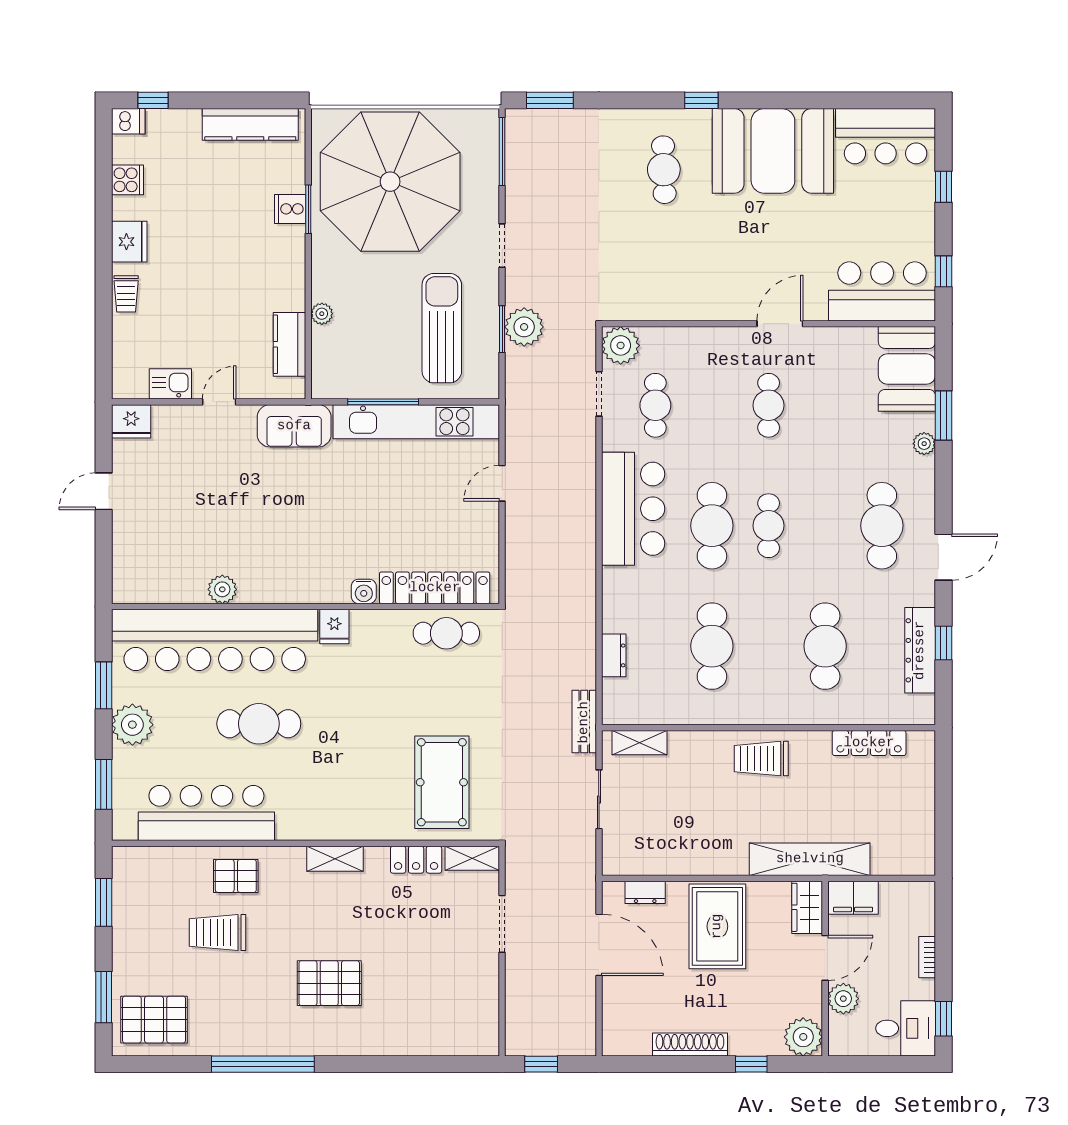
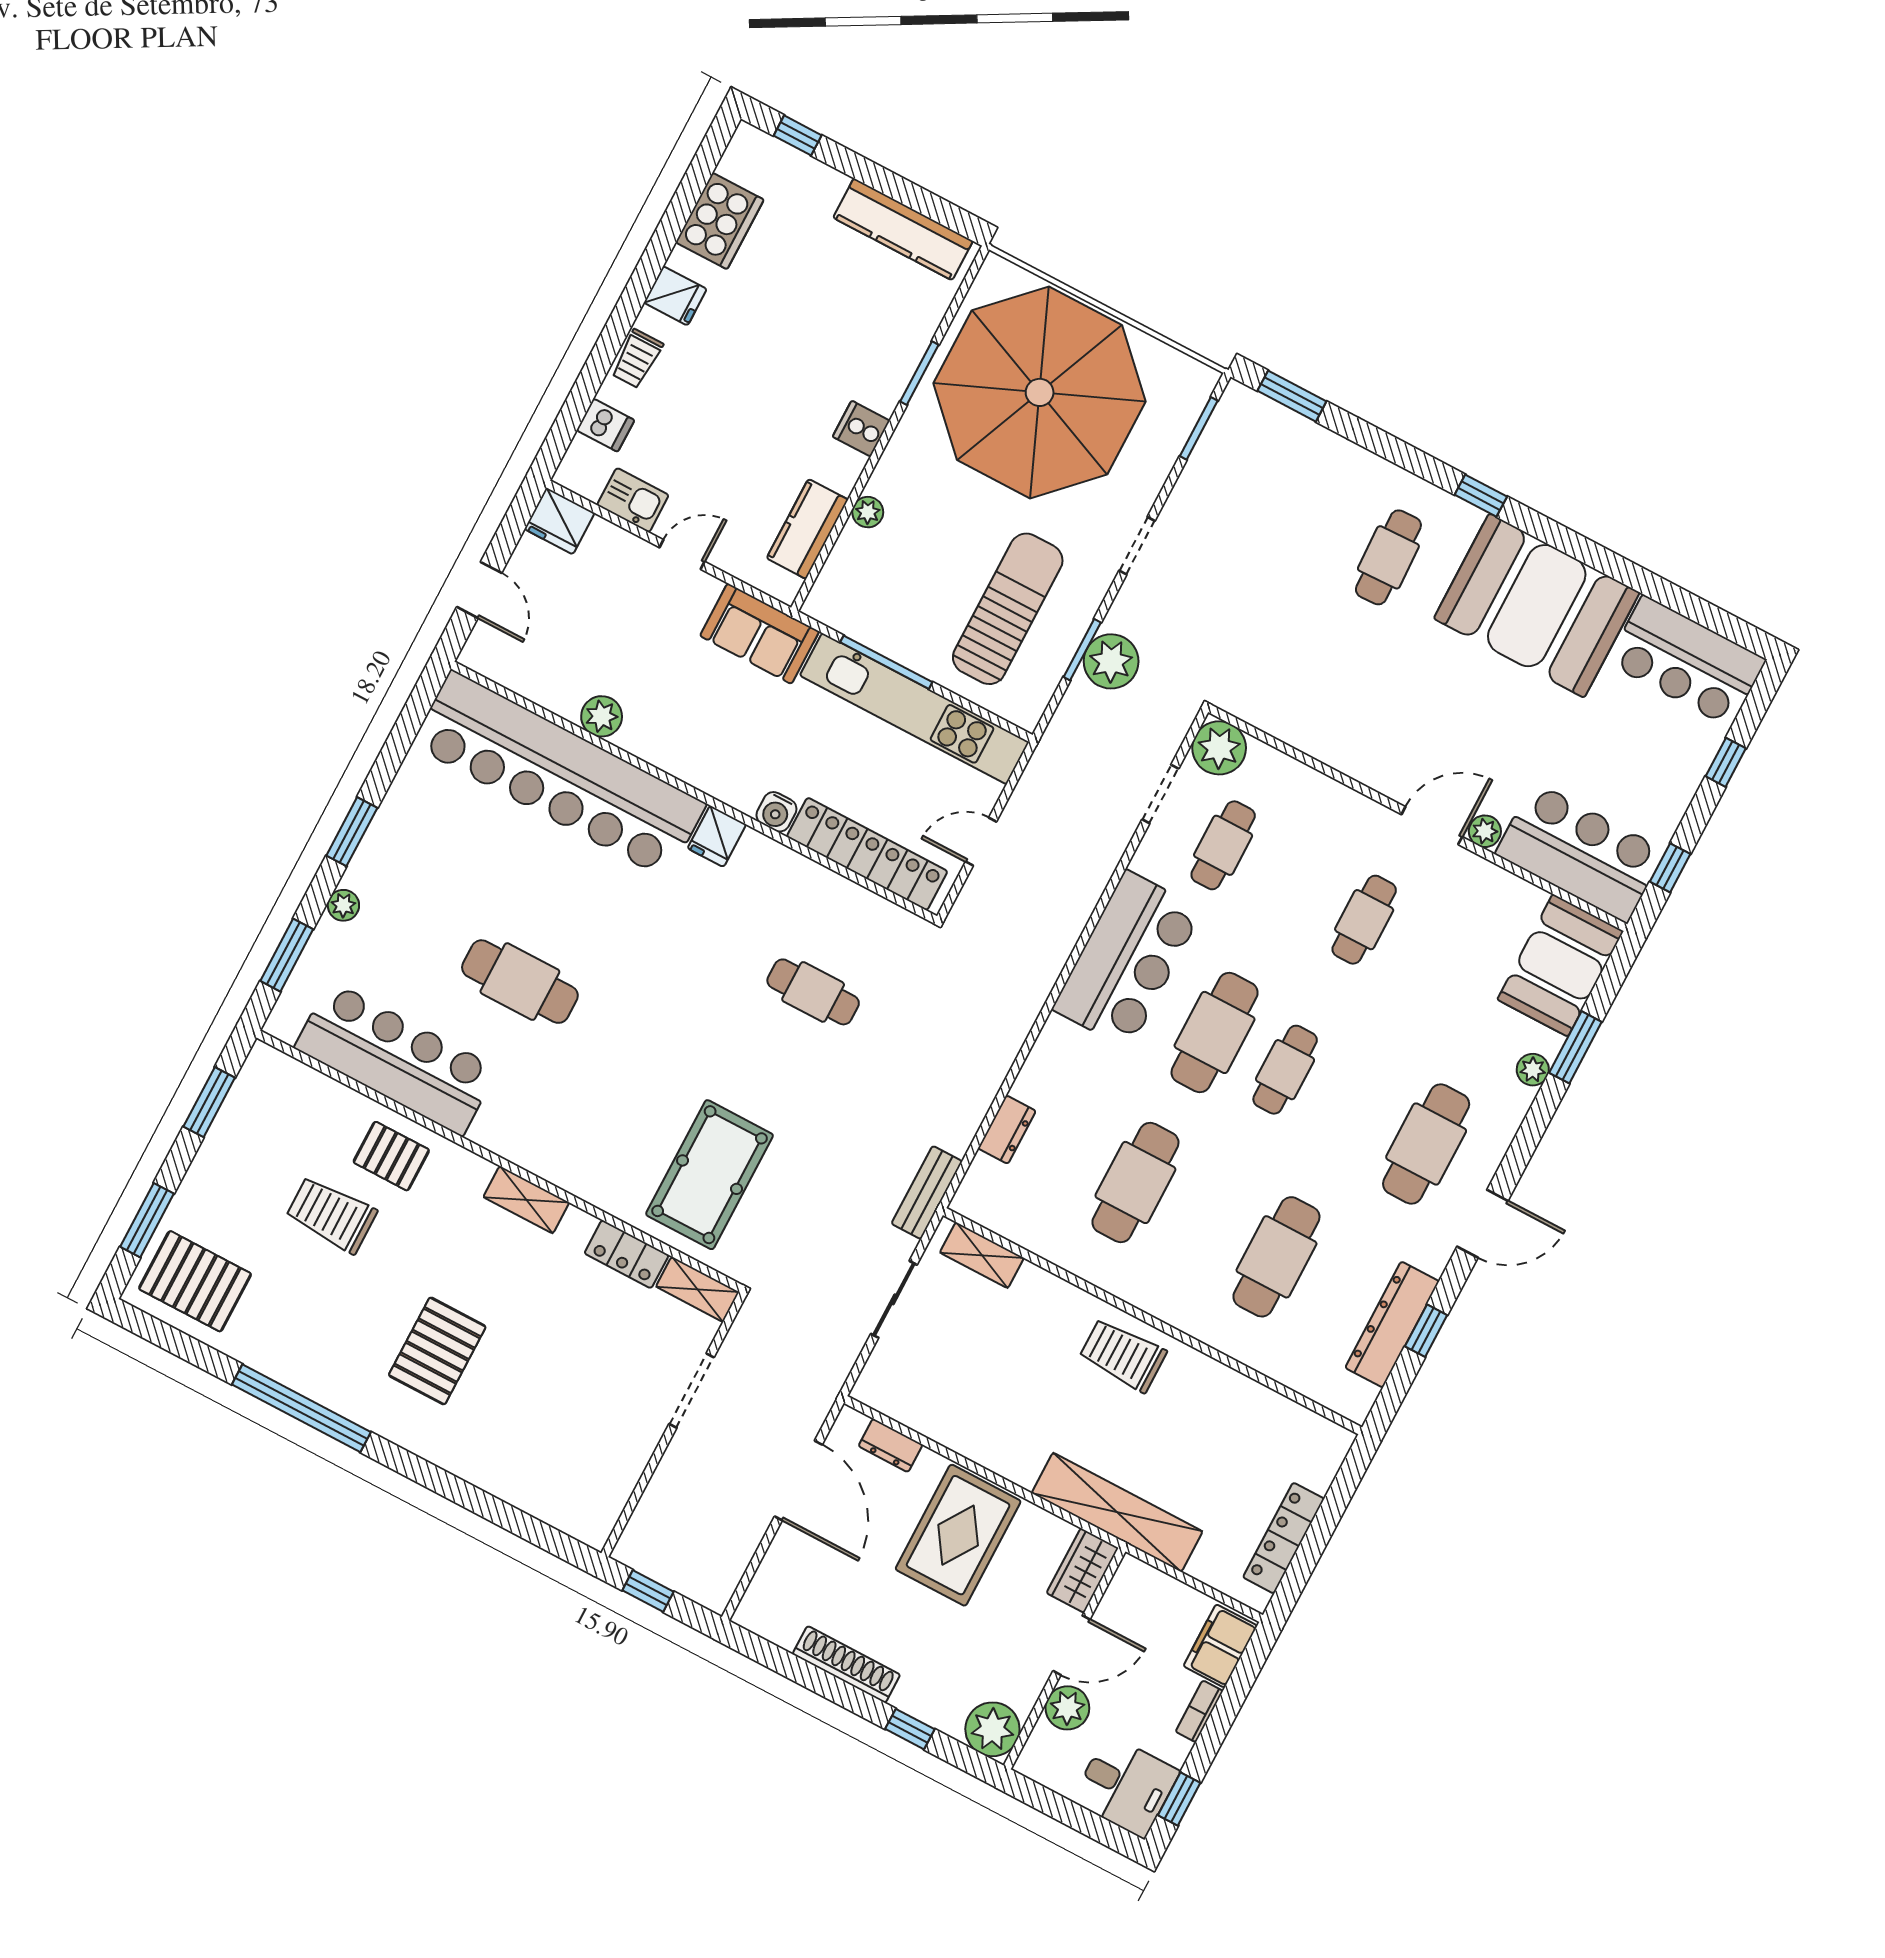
dishwasher: (128, 121) -> (605, 425), moved
window: (502, 152) -> (1199, 428), width x0.69
cooker: (128, 180) -> (720, 221), width x1.87, depth x1.31
cooker: (290, 209) -> (861, 429), moved
fridge: (129, 242) -> (675, 296), width x0.72
plant: (815, 310) -> (1485, 831), added
door: (104, 491) -> (479, 590), swing flipped
locker: (435, 588) -> (867, 854), moved
plant: (222, 589) -> (602, 716), moved
water cooler: (364, 591) -> (776, 812), moved
wall: (306, 606) -> (694, 792), moved
fridge: (334, 626) -> (717, 836), moved
bar counter: (215, 640) -> (559, 774), moved
plant: (132, 725) -> (343, 905), width x0.53, depth x0.53
locker: (869, 743) -> (1284, 1538), moved, turned 90
filing cabinet: (853, 898) -> (1220, 1646), moved, turned 90
pallet: (329, 983) -> (437, 1351), turned 90

